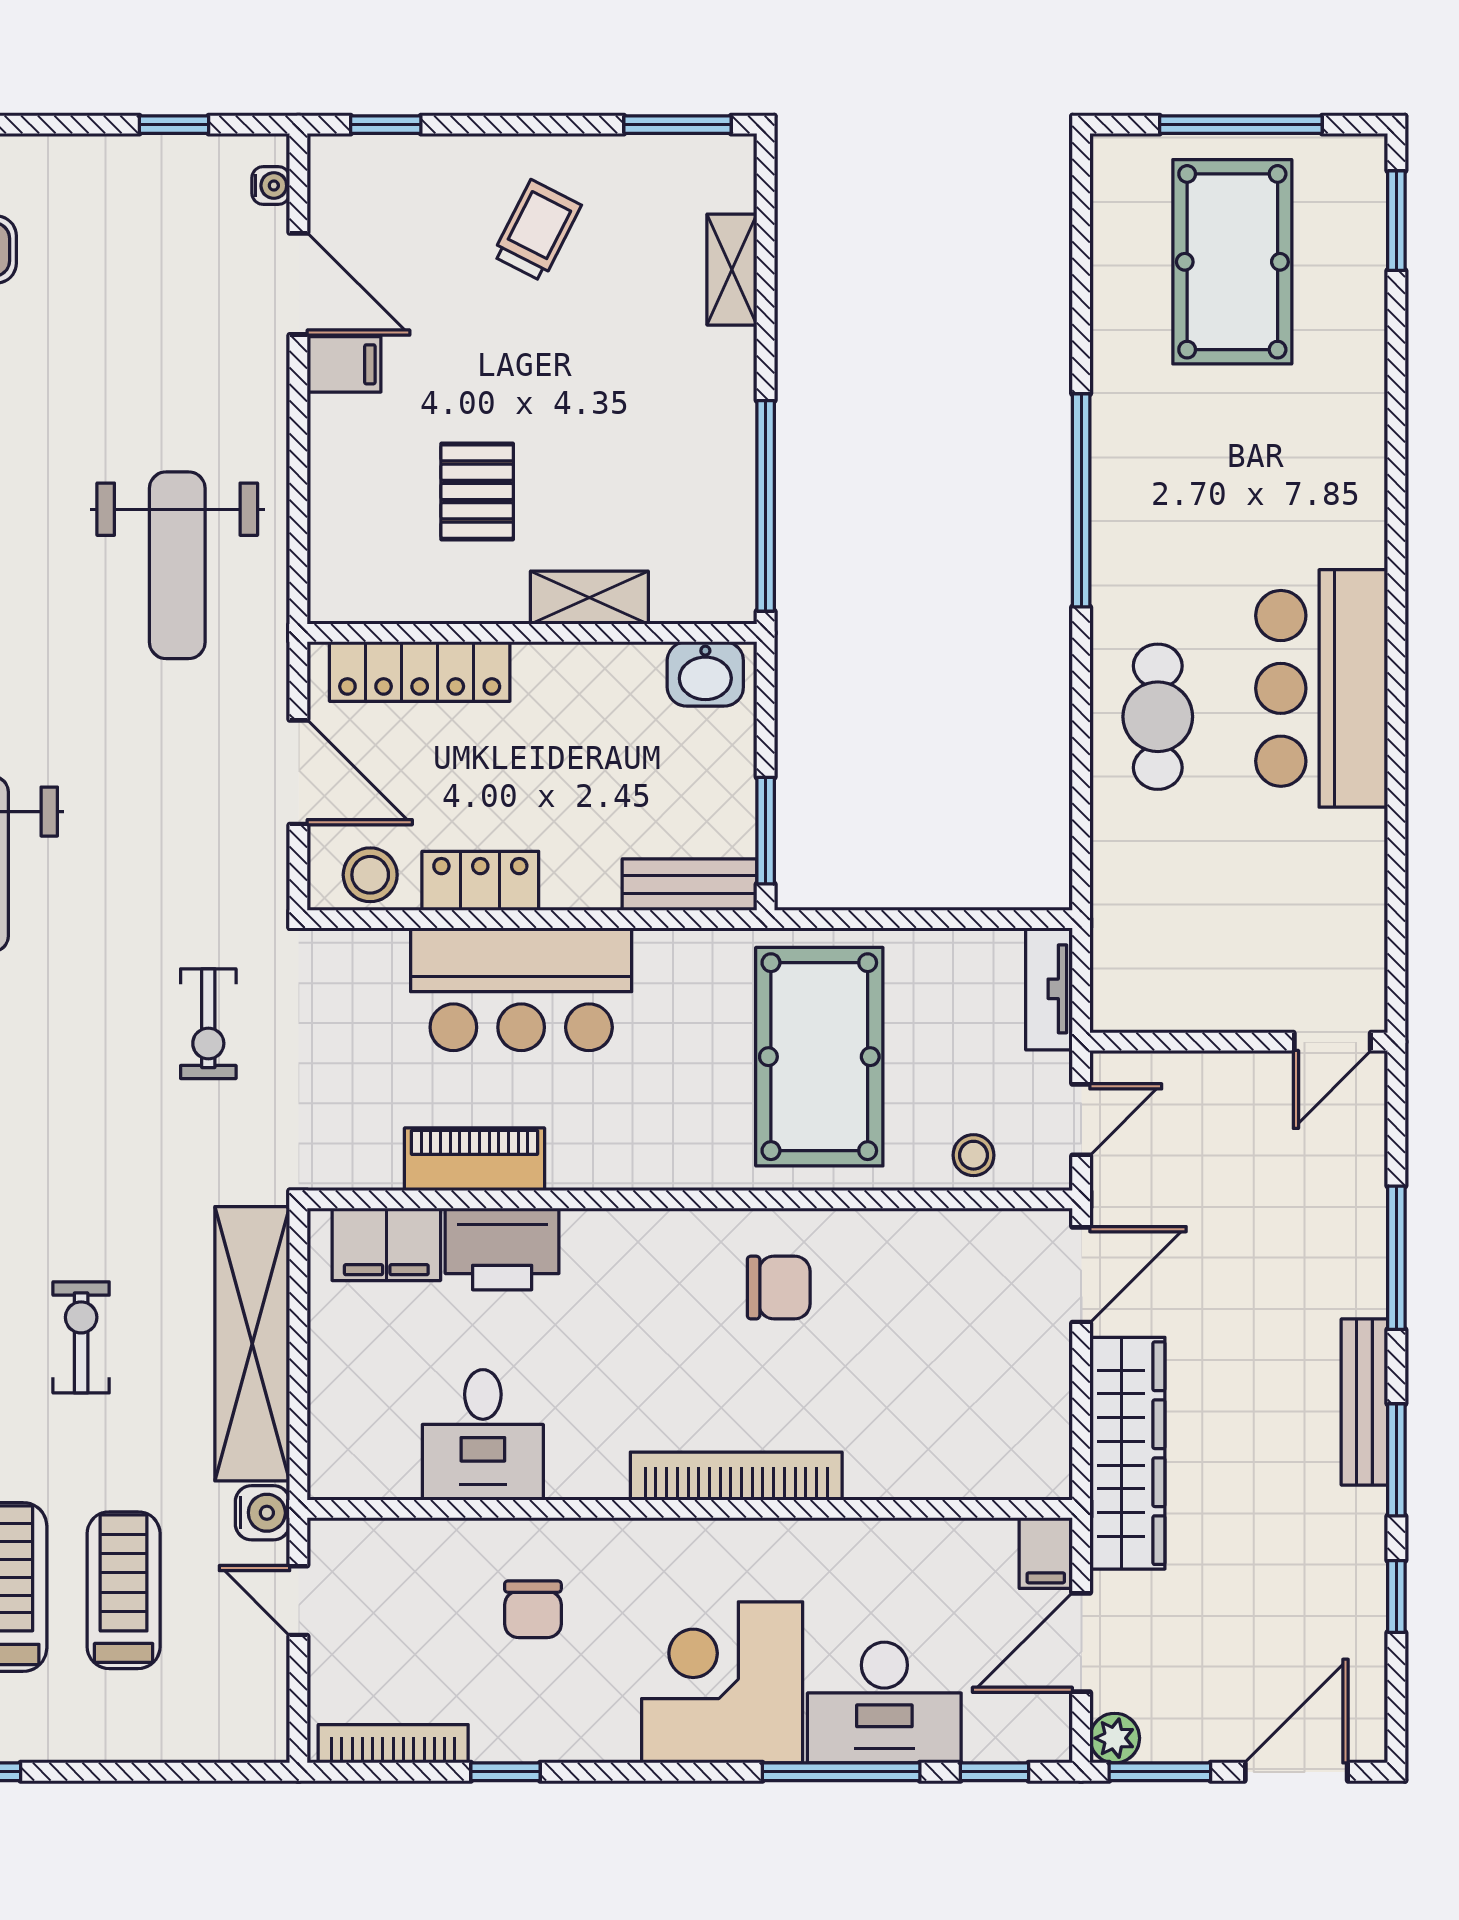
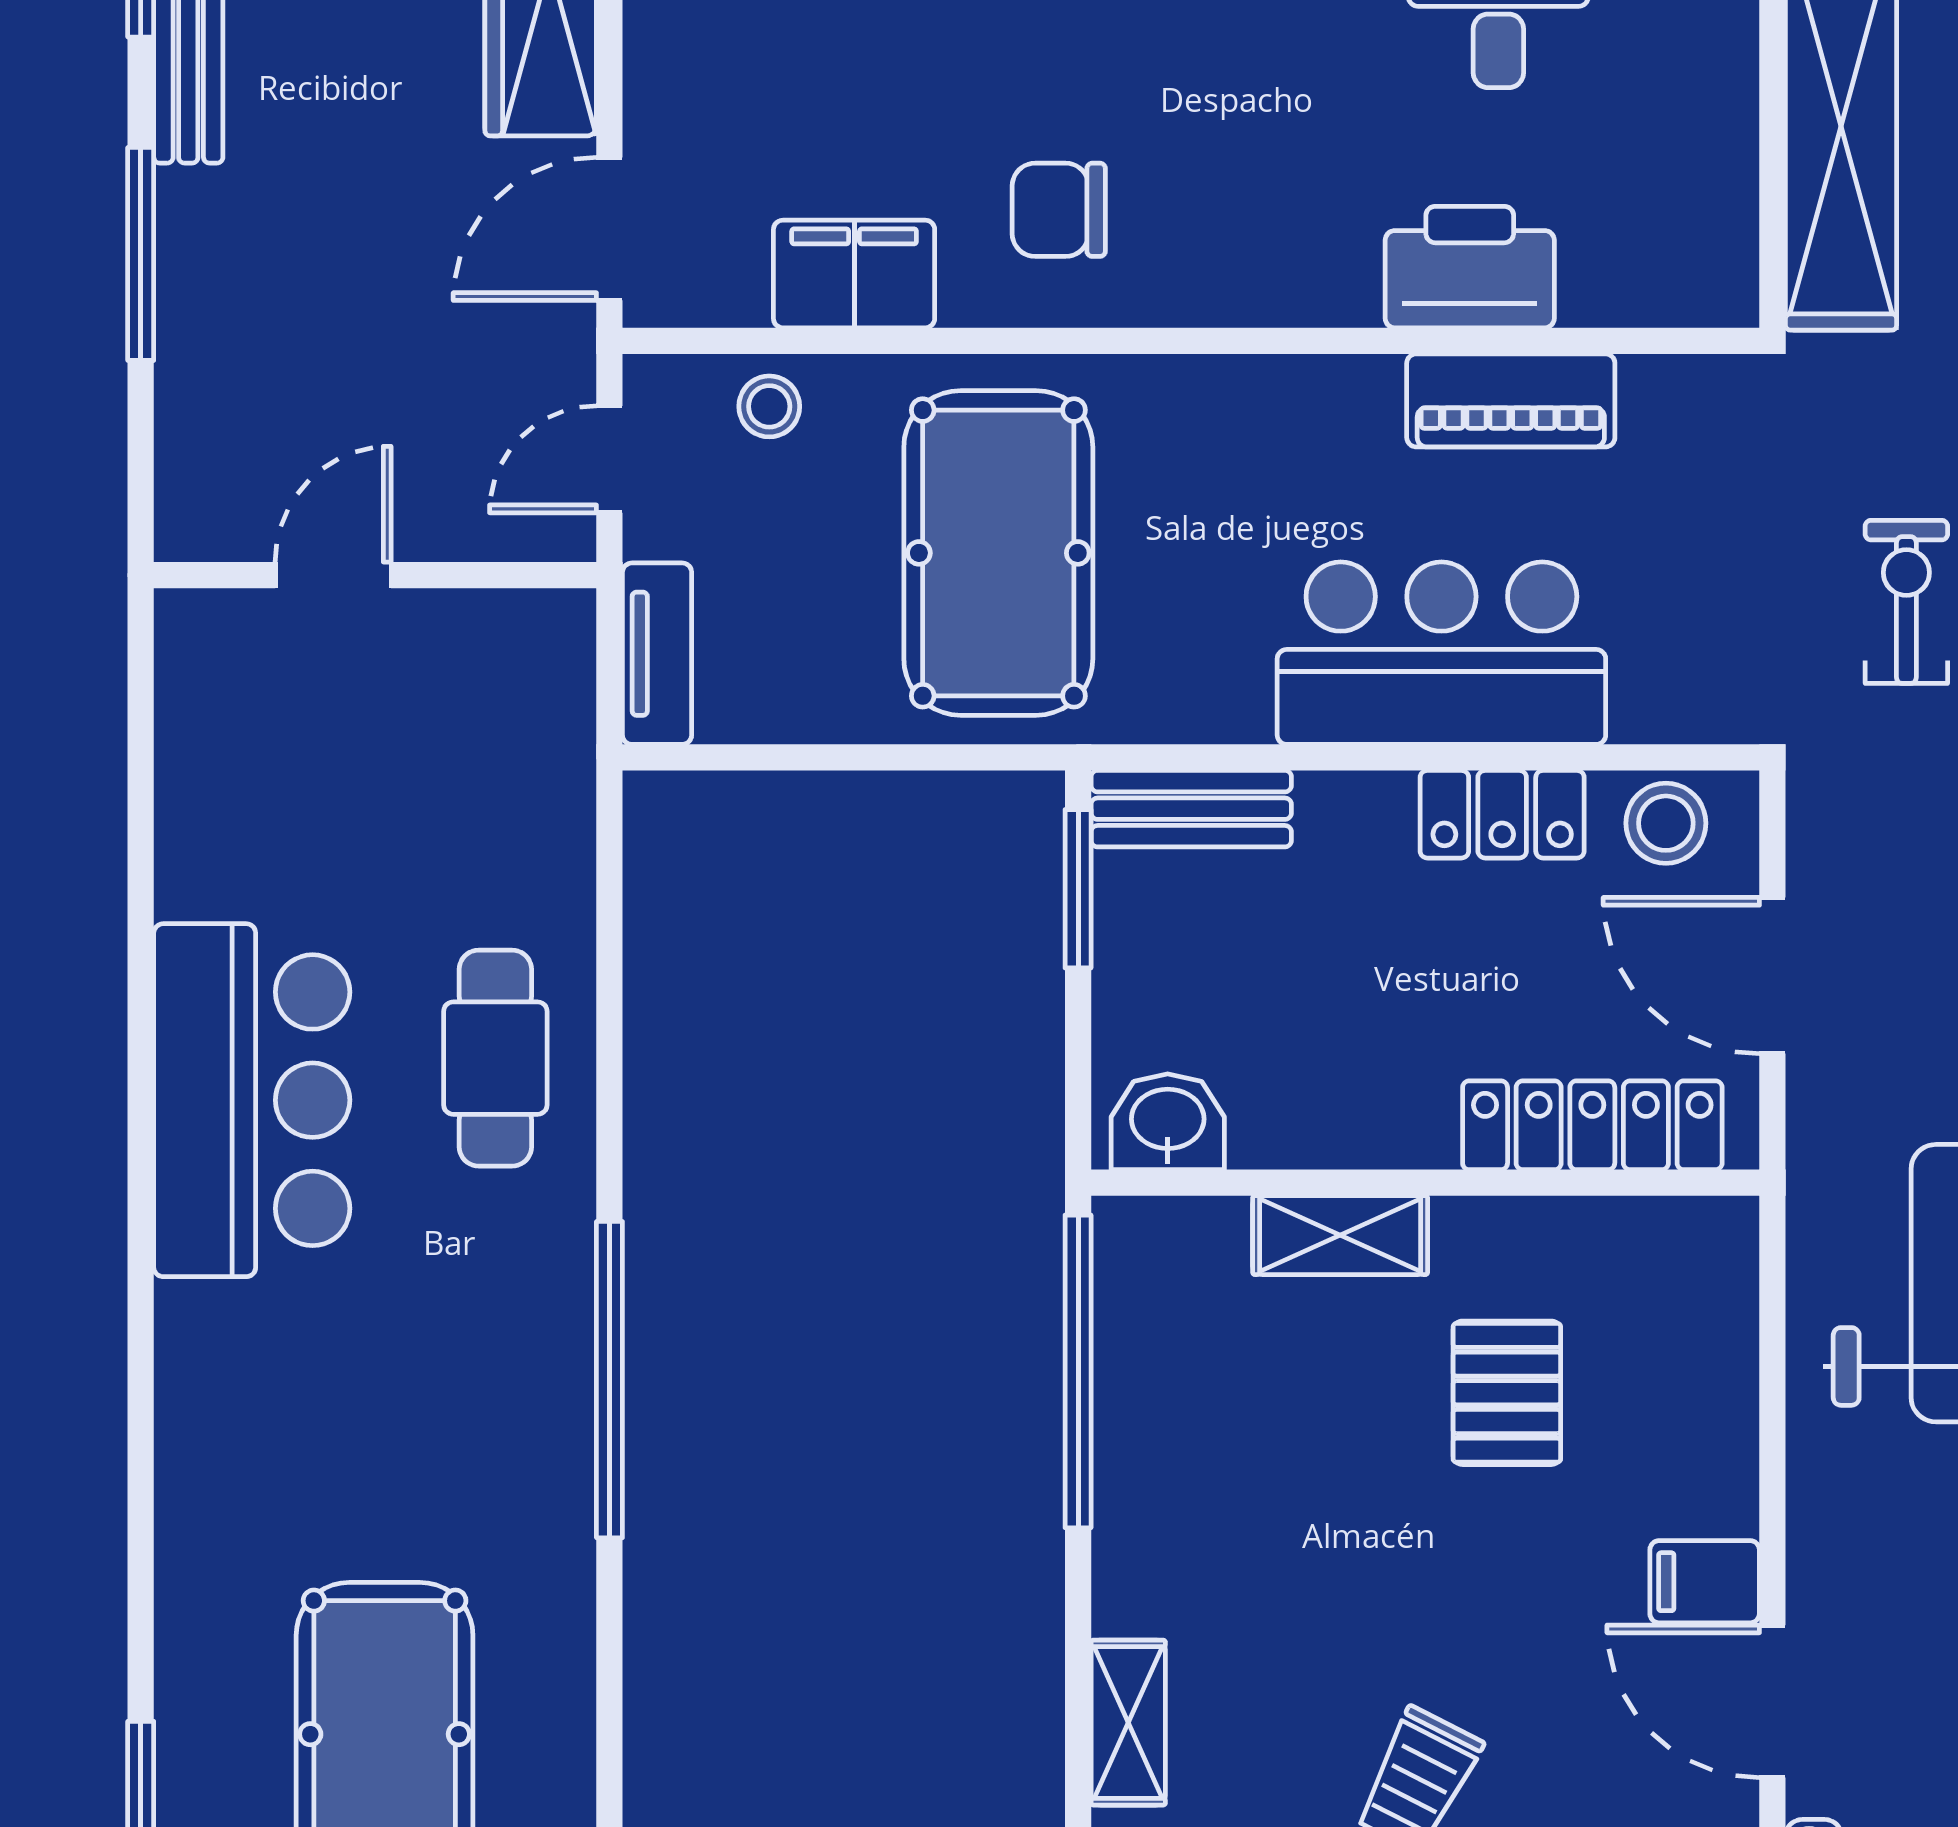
door: (1332, 1042) -> (333, 575), moved
filing cabinet: (386, 1244) -> (854, 274), moved

